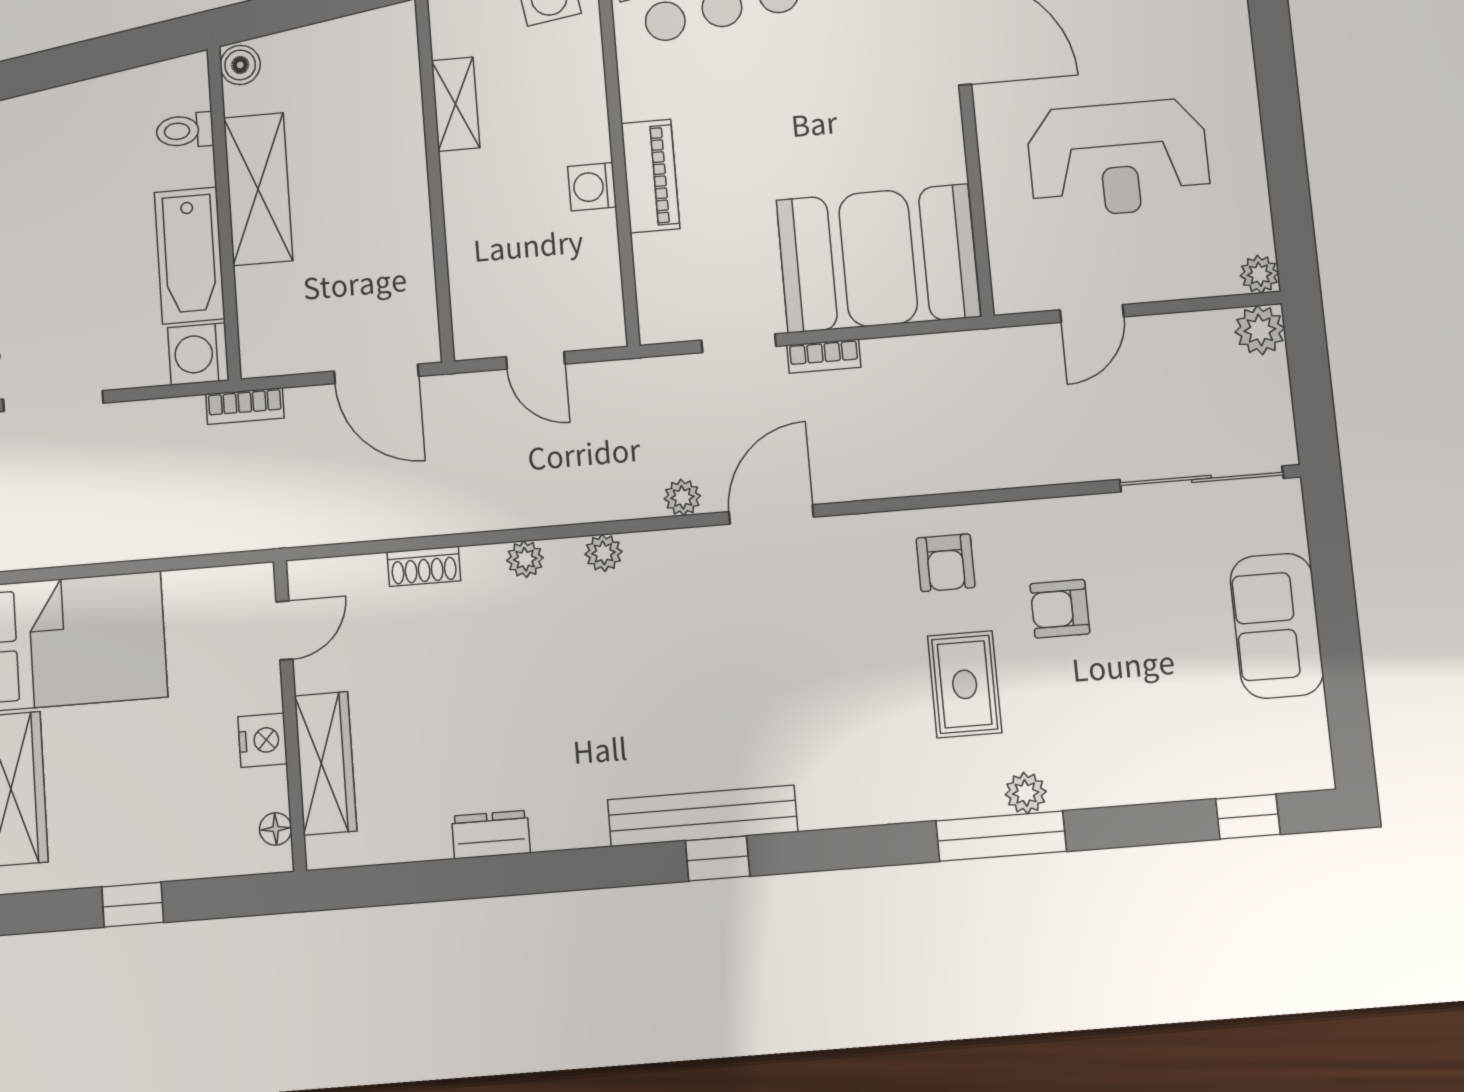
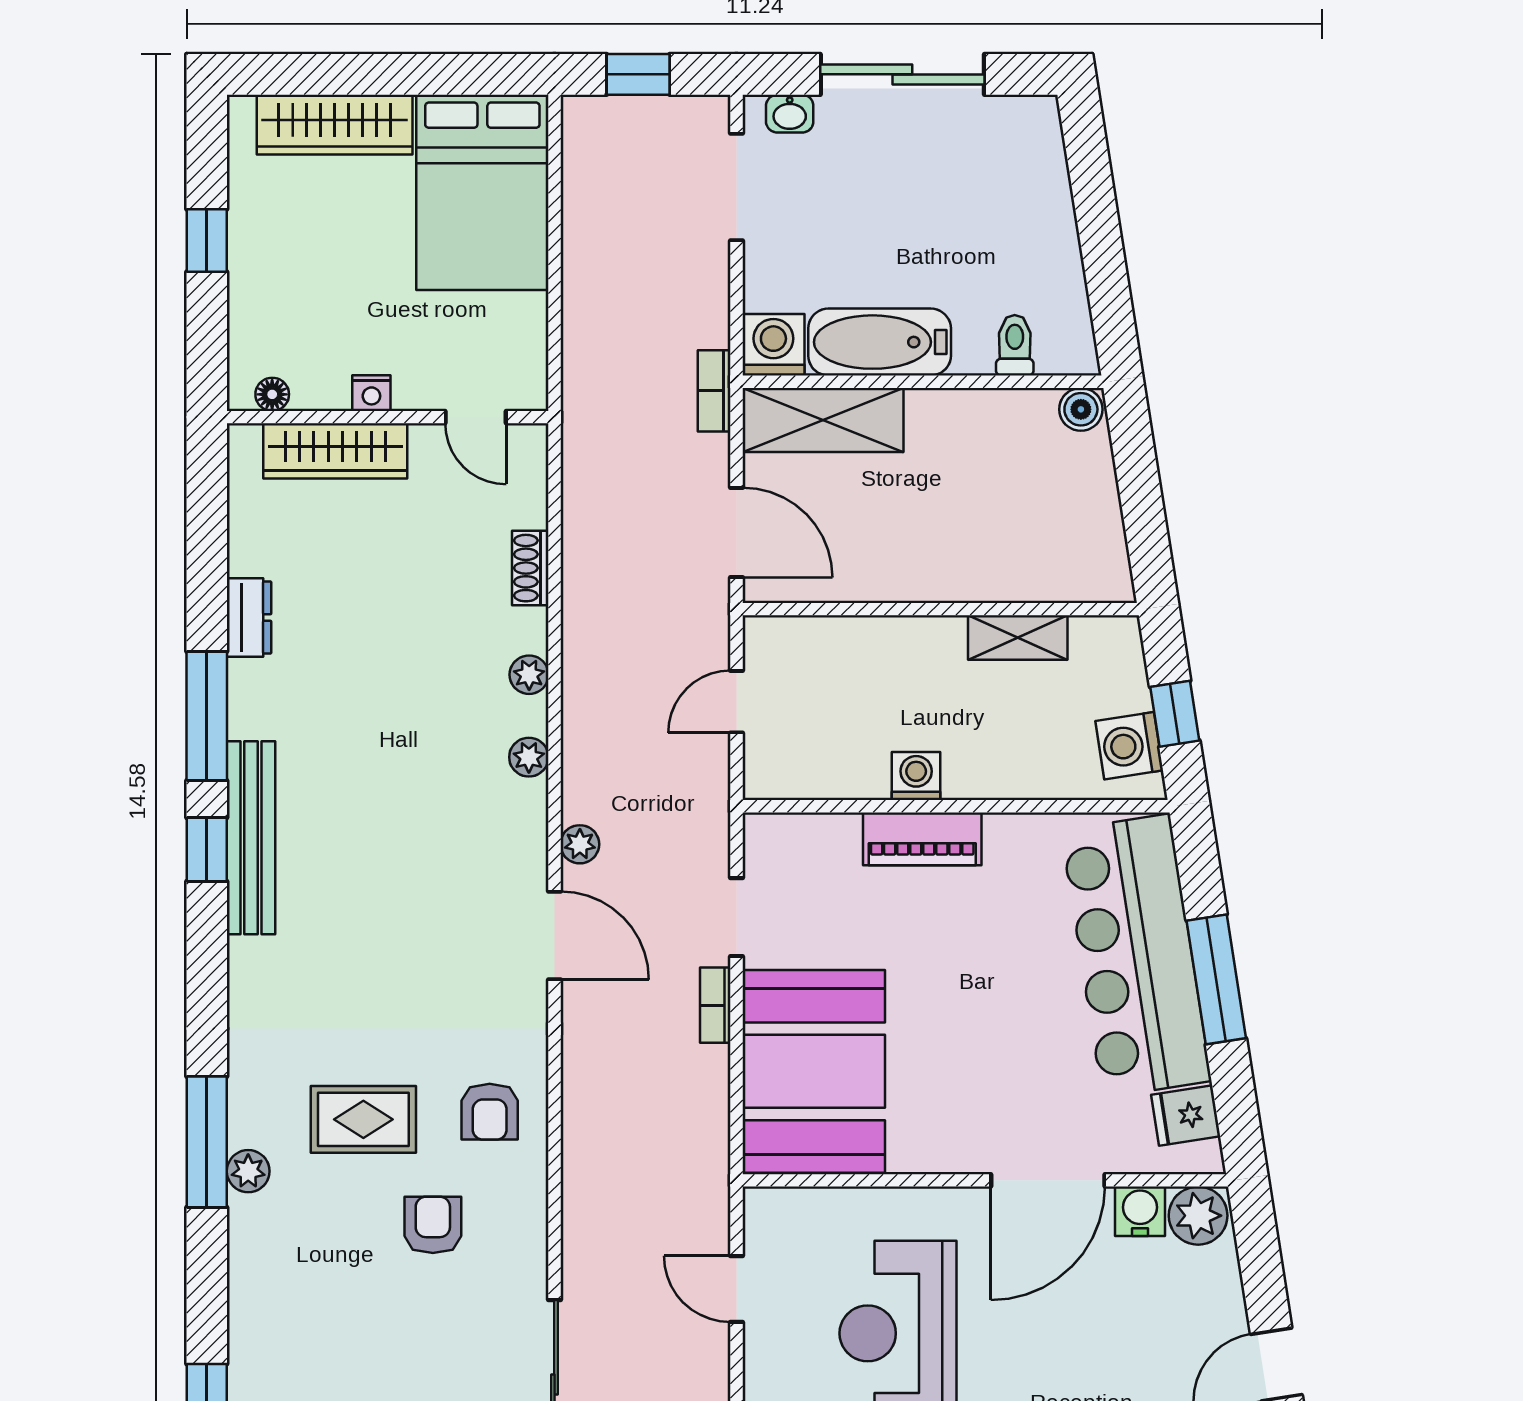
shelving: (258, 189) -> (823, 420), moved
door: (376, 374) -> (736, 532), swing flipped
armchair: (946, 563) -> (490, 1112), turned -90
nightstand: (263, 740) -> (371, 393), width x0.72, depth x0.74
window: (589, 869) -> (207, 716), added

